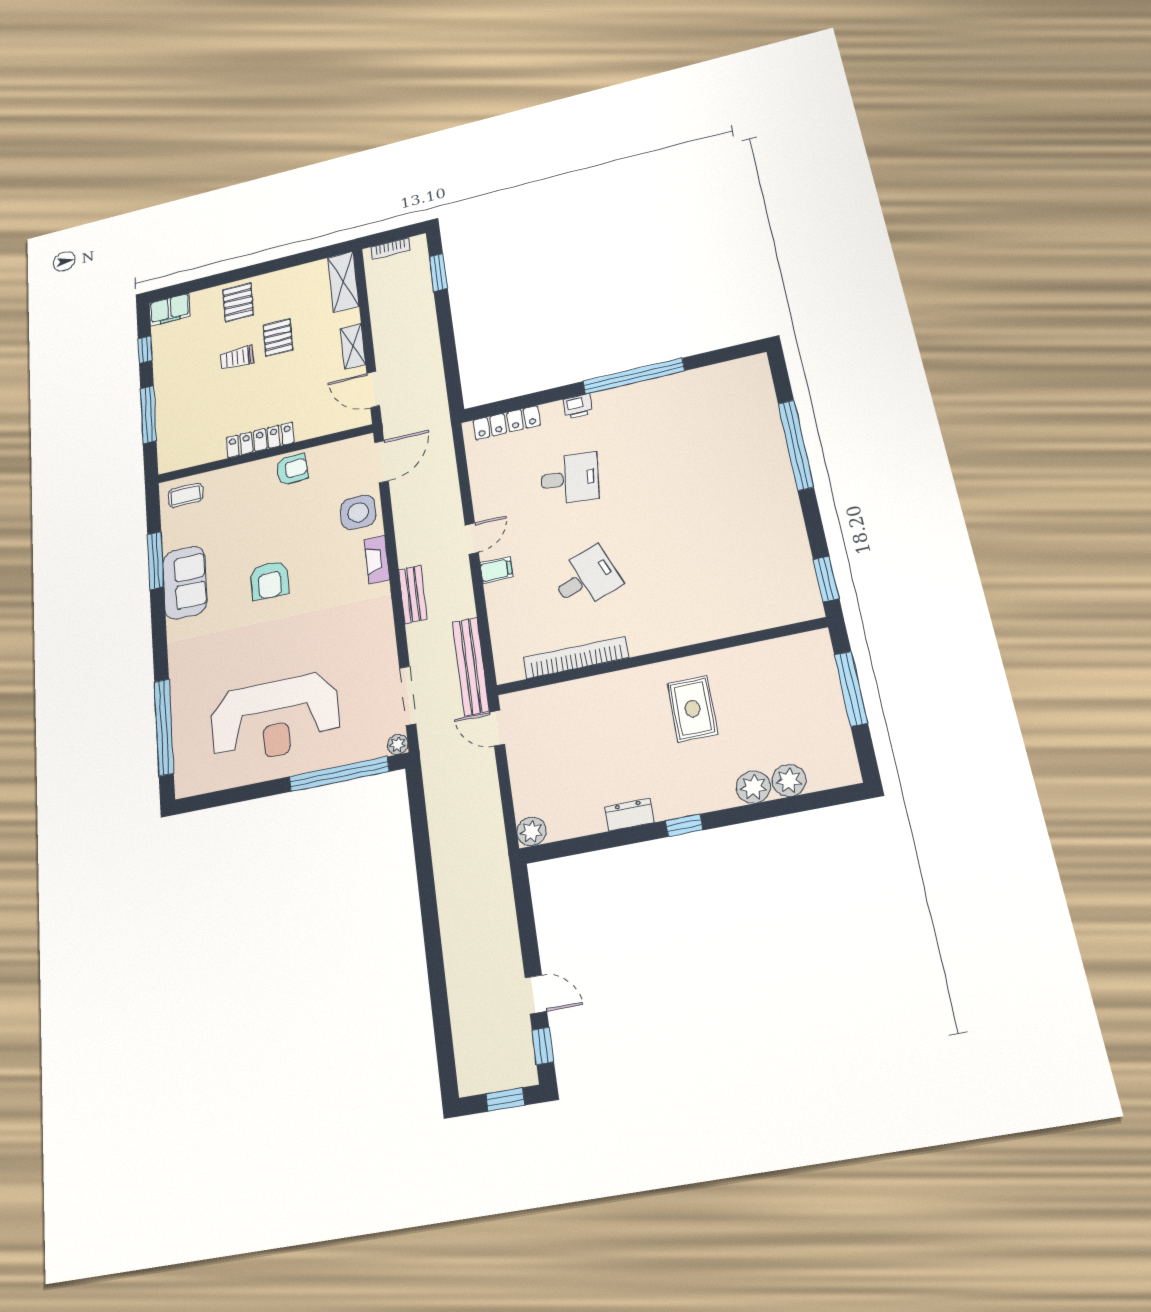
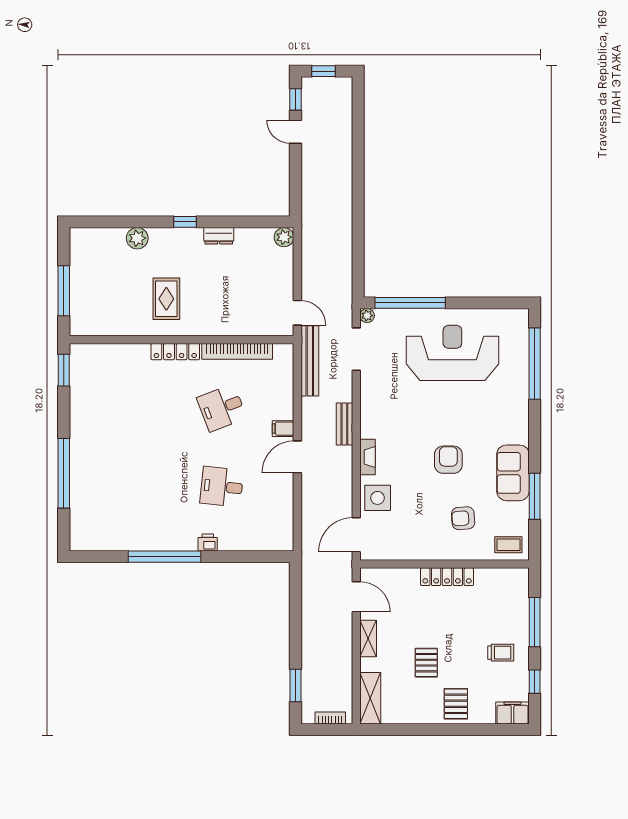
trolley: (237, 358) -> (501, 653), moved
locker: (507, 423) -> (175, 352), moved, turned 180
armchair: (292, 469) -> (463, 518), moved
door: (472, 539) -> (297, 457), width x1.37
plant: (789, 780) -> (114, 238), removed

